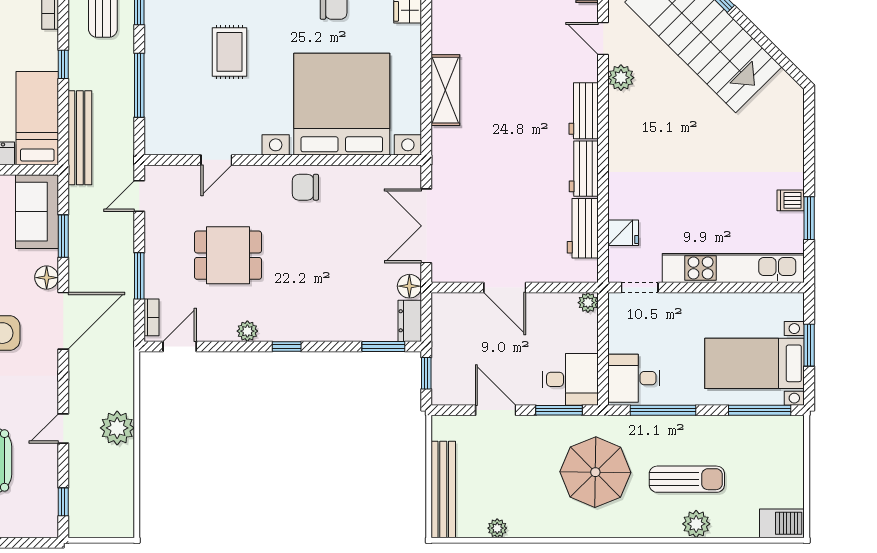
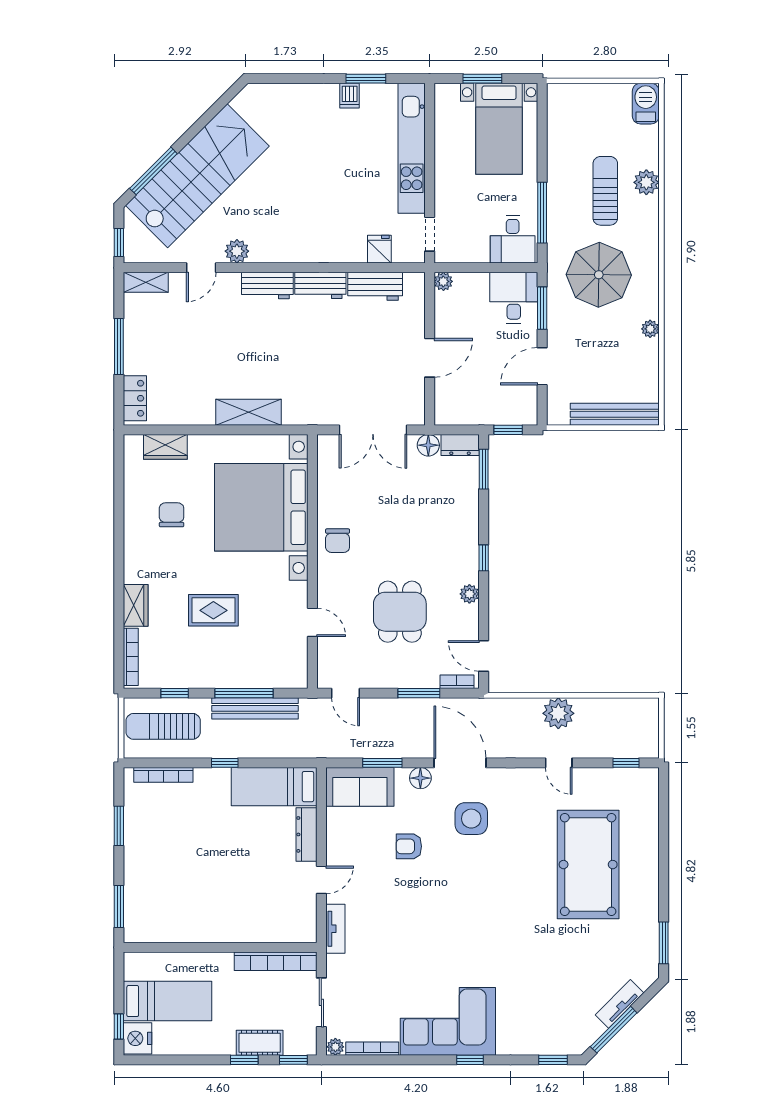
bench: (80, 138) -> (255, 708), moved
window: (760, 410) -> (542, 124), removed
plant: (497, 528) -> (650, 329), moved

